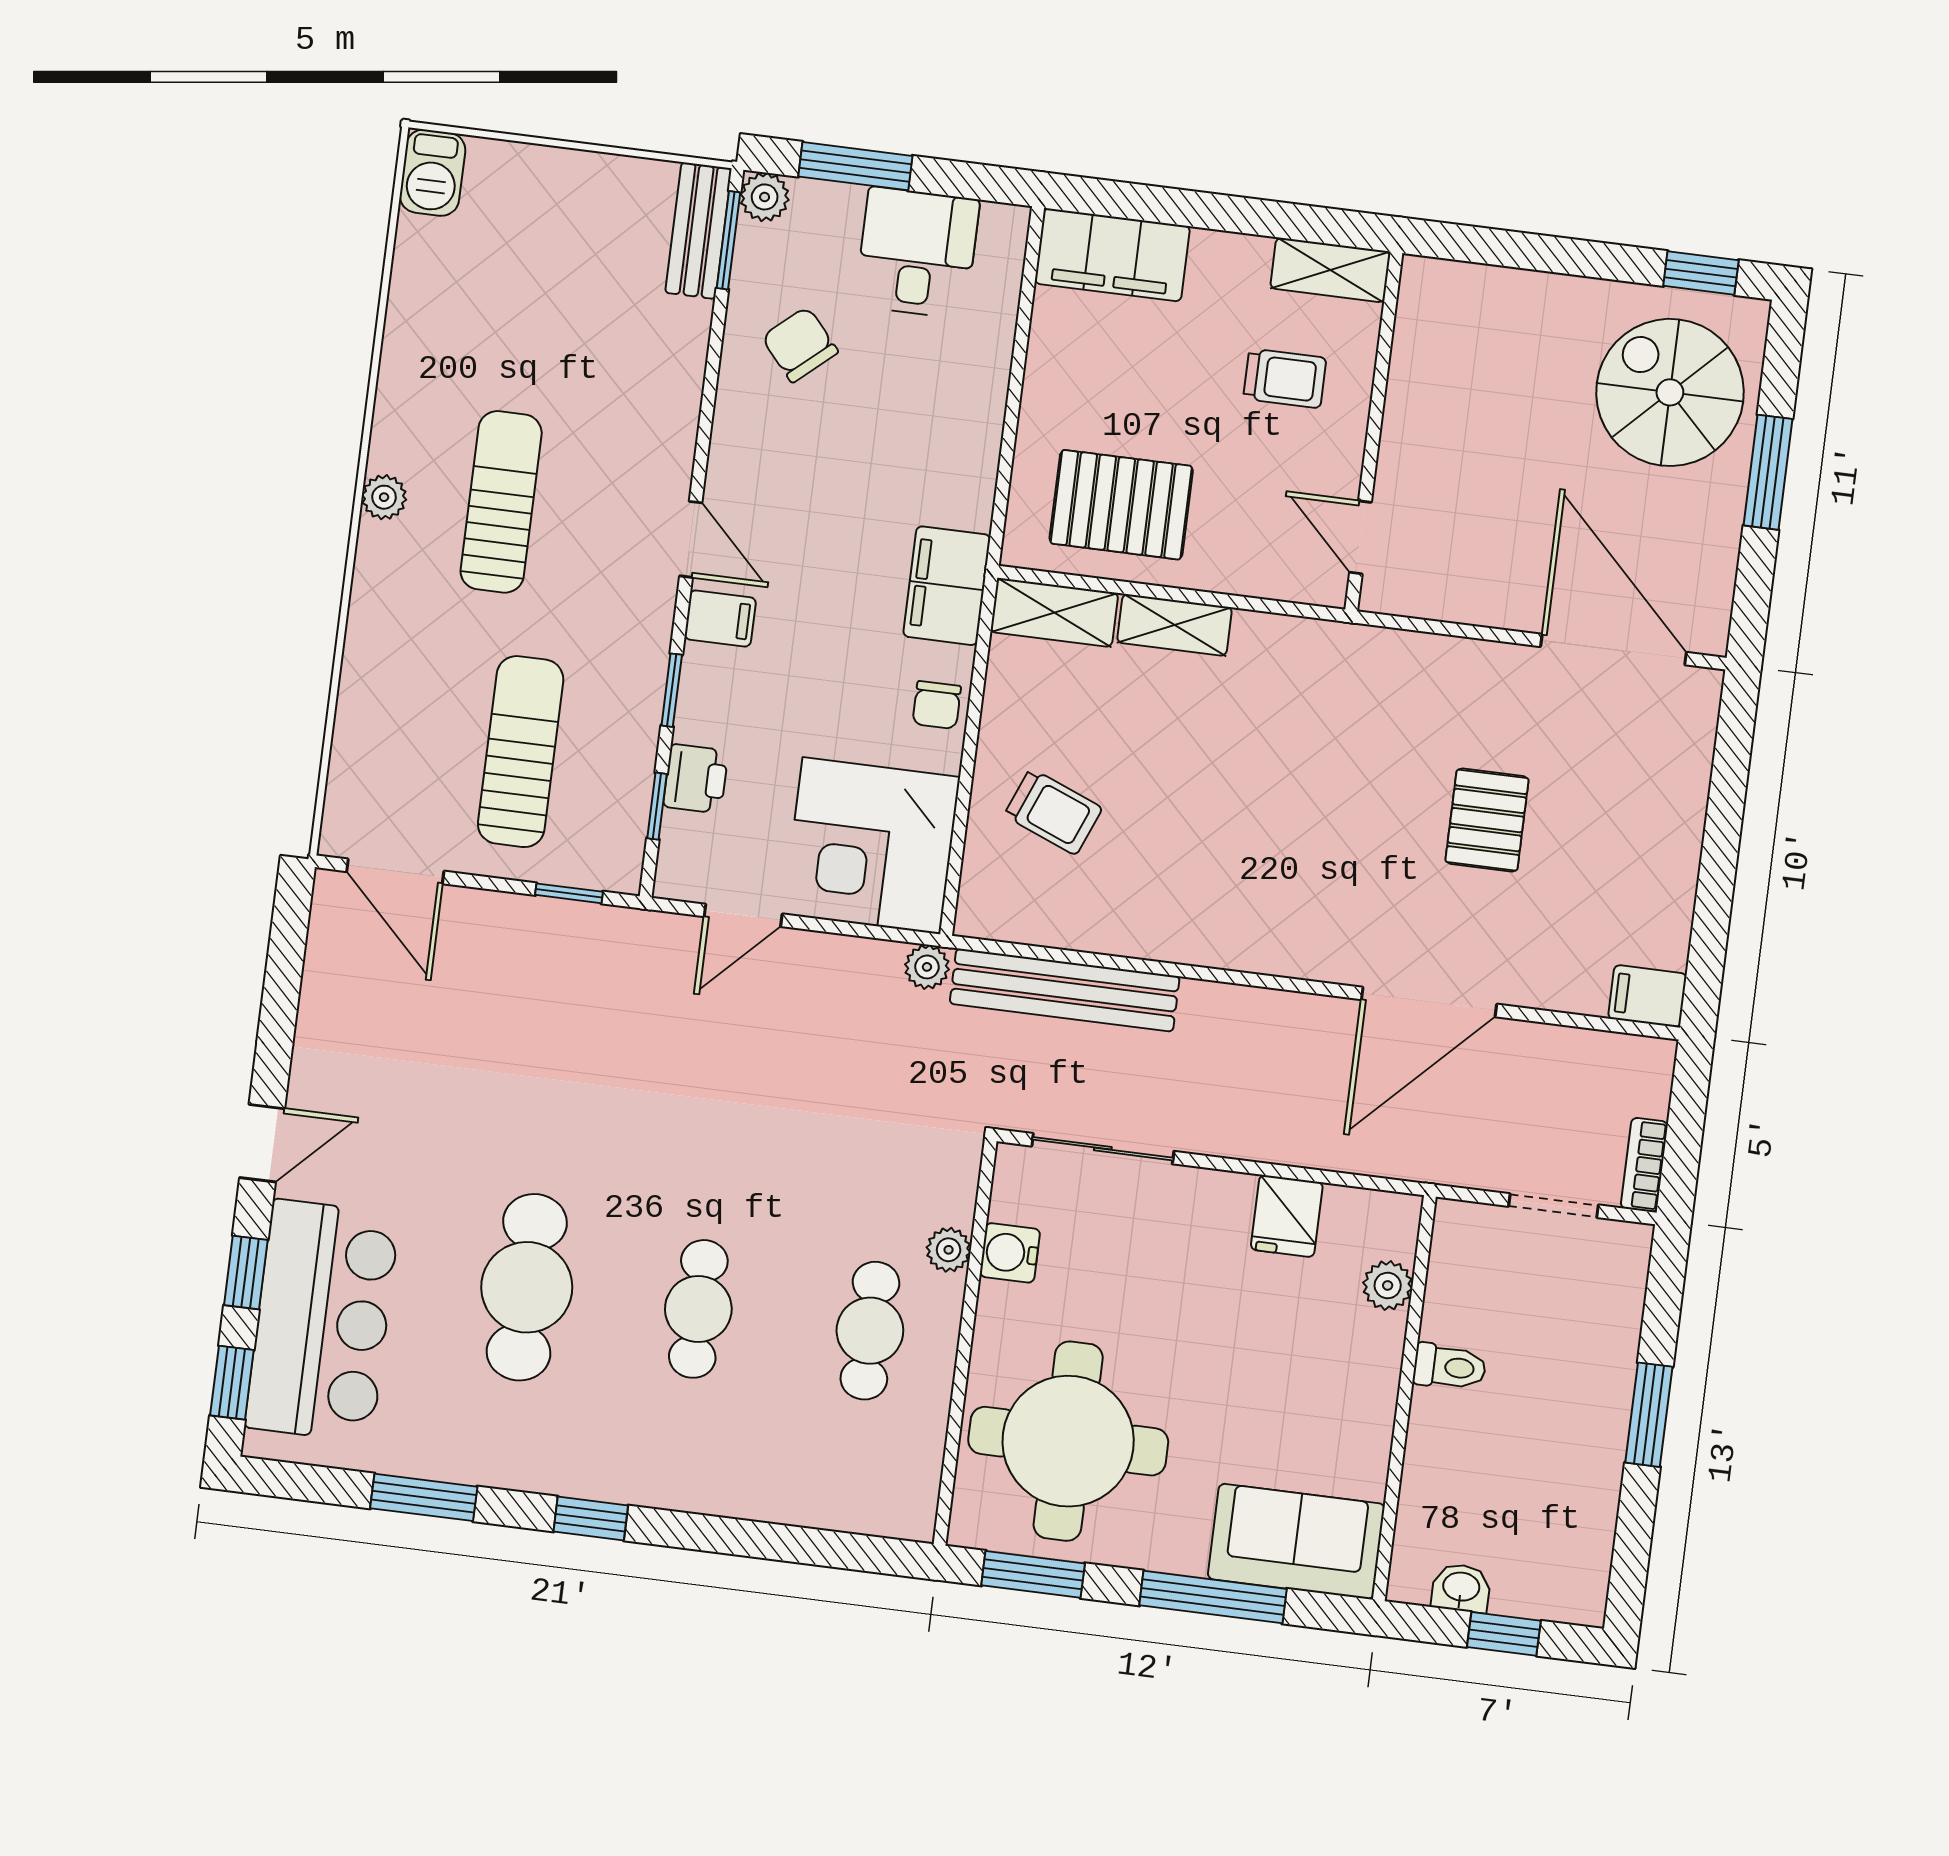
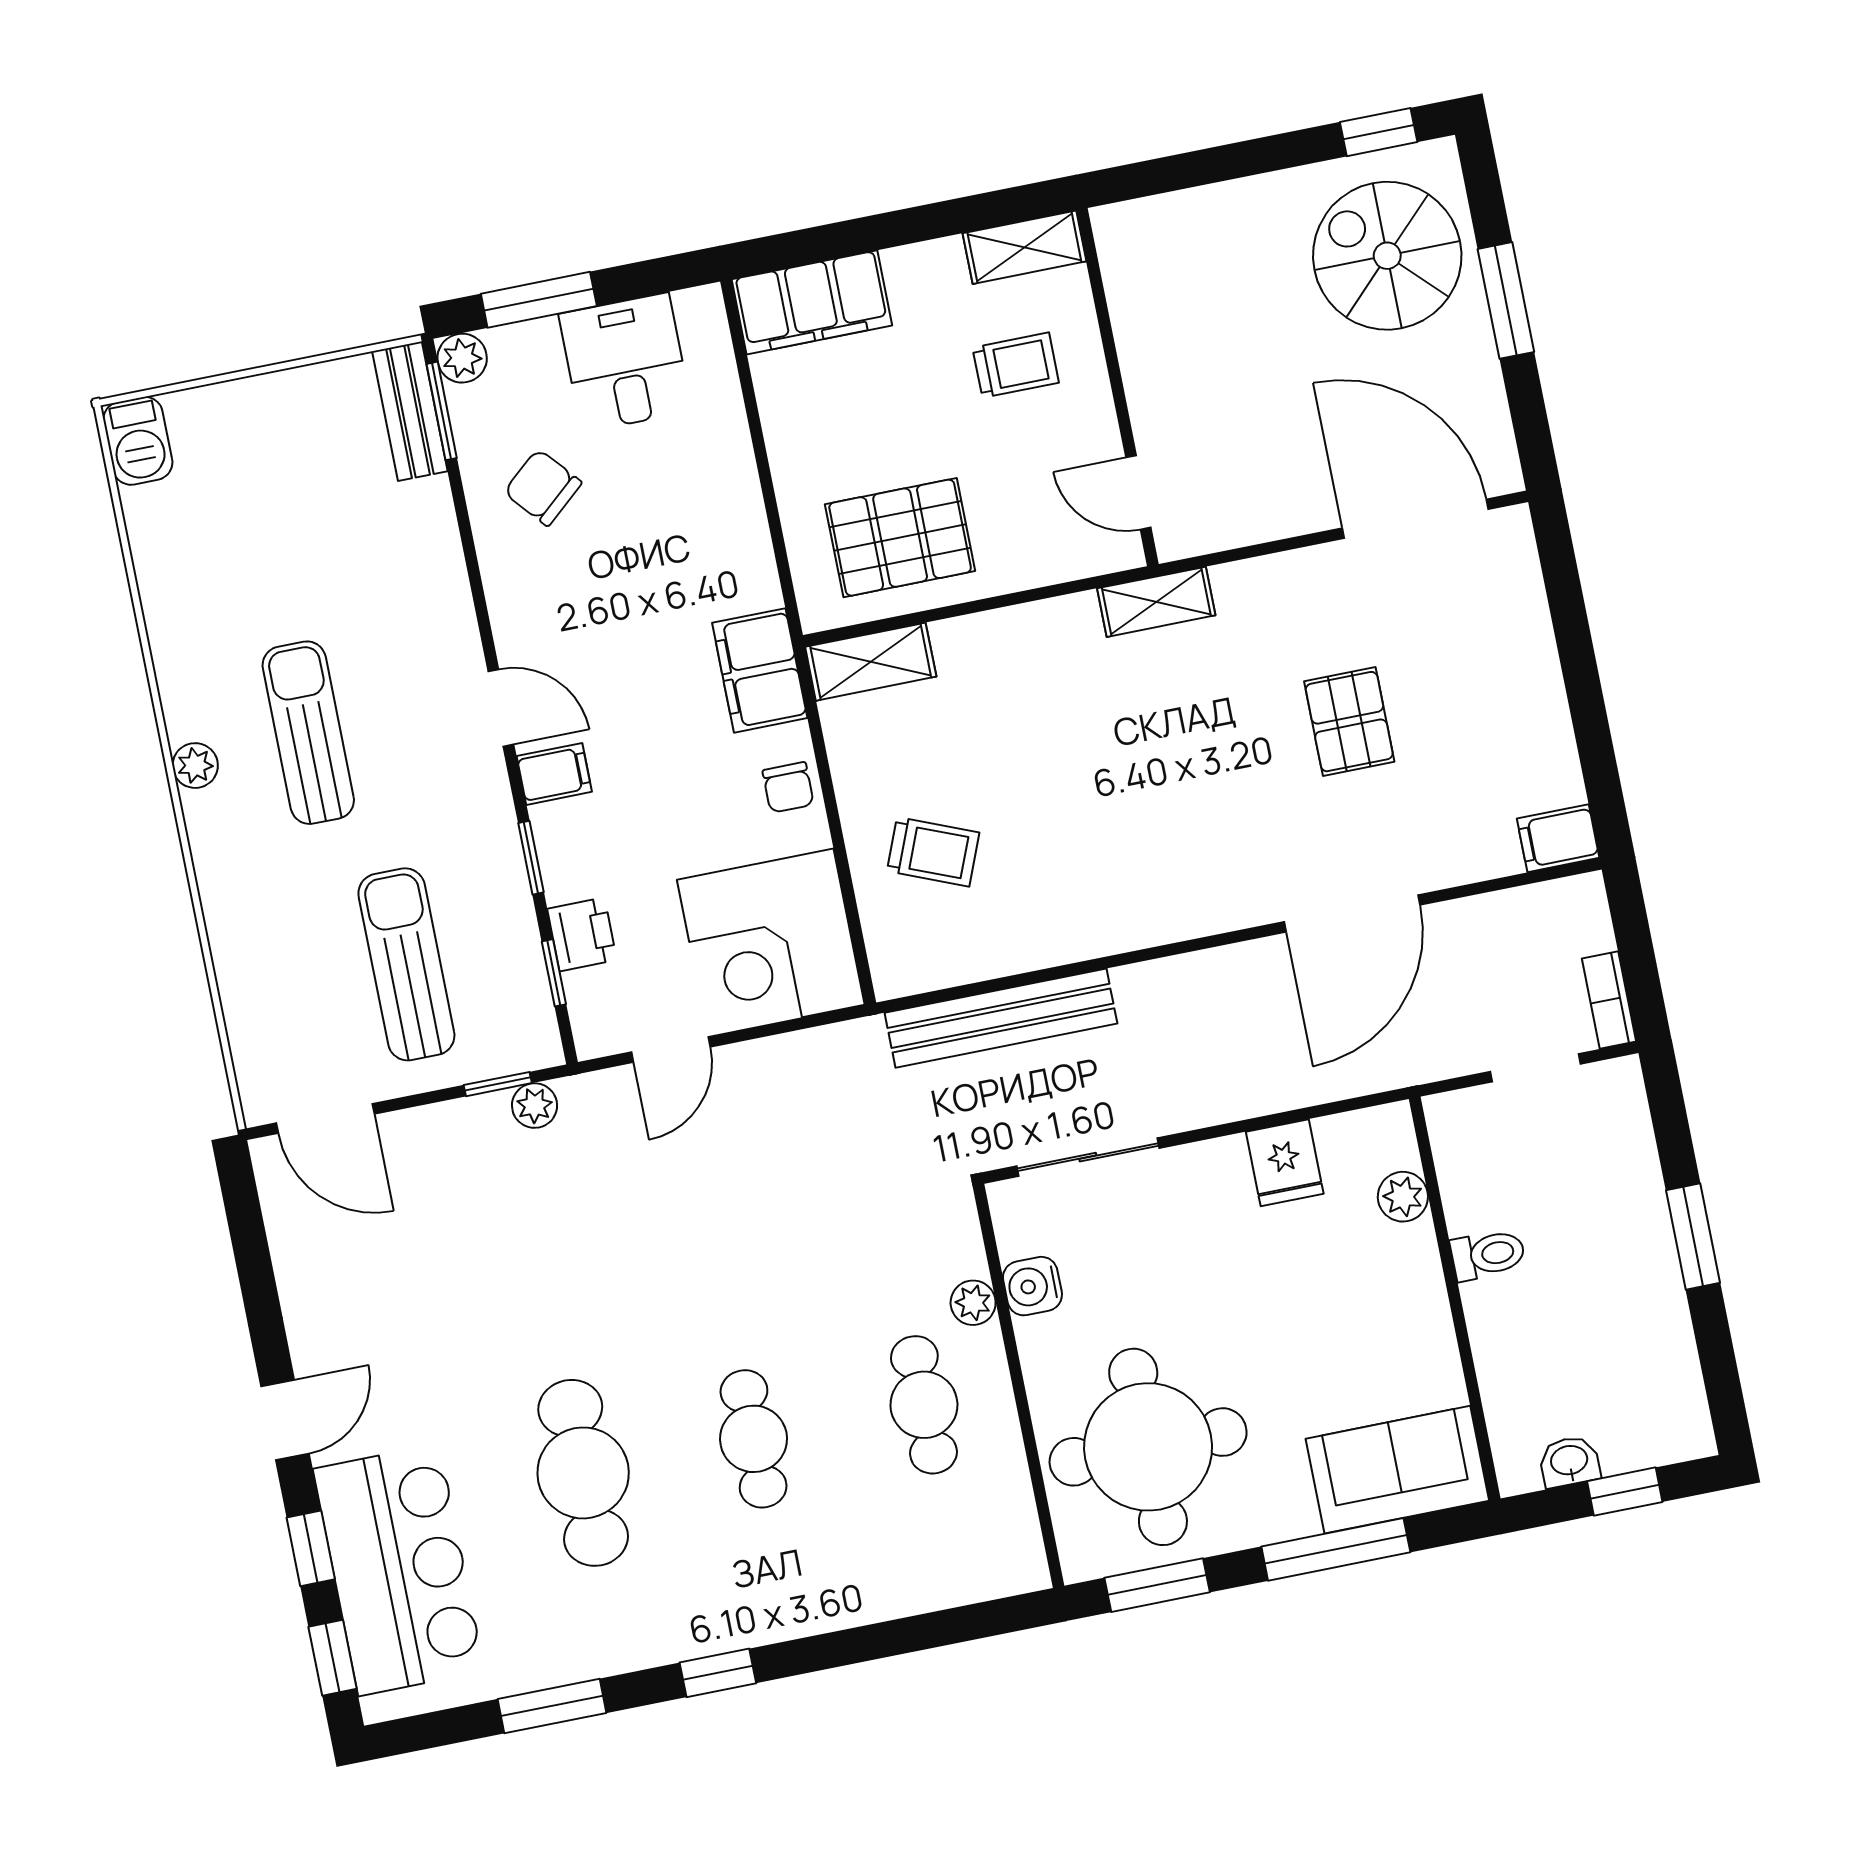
shelving: (1175, 625) -> (1156, 602), moved
plant: (927, 967) -> (535, 1106), moved

